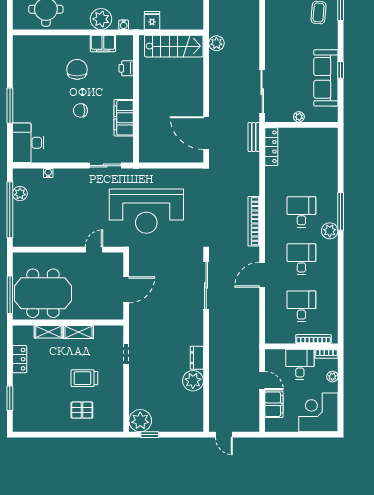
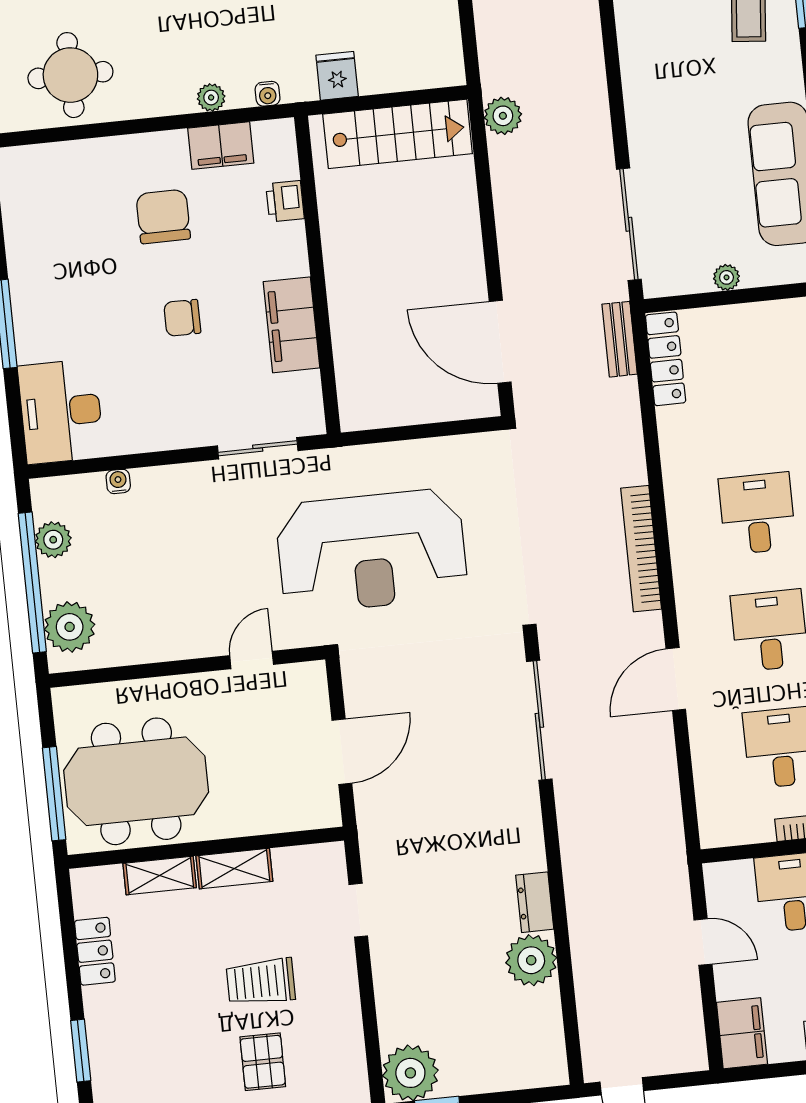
plant: (101, 19) -> (211, 98), width x0.53, depth x0.53
plant: (23, 229) -> (70, 627), added
filing cabinet: (274, 404) -> (742, 1033), moved
pallet: (82, 410) -> (263, 1062), turned 90

